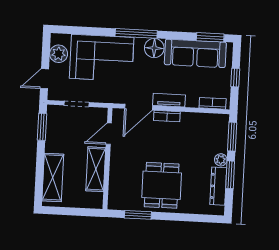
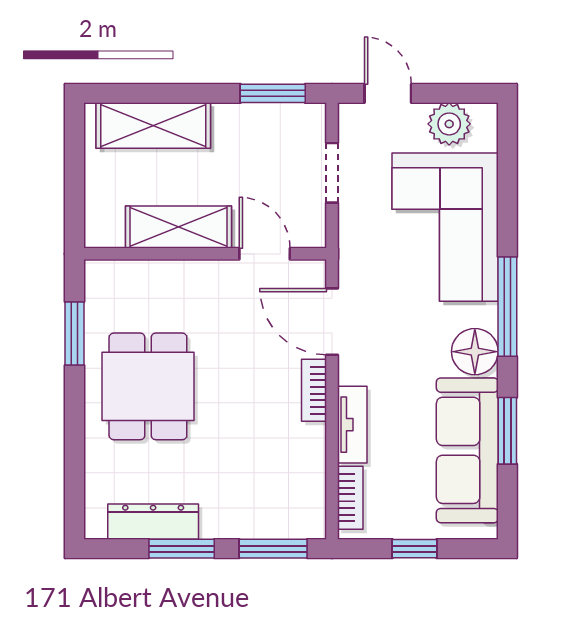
window: (210, 37) -> (507, 431), moved
tv unit: (169, 100) -> (352, 425), moved
plant: (221, 160) -> (216, 524), removed
dining table: (162, 185) -> (148, 386), turned 90

